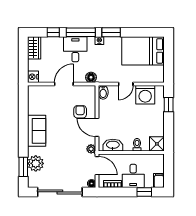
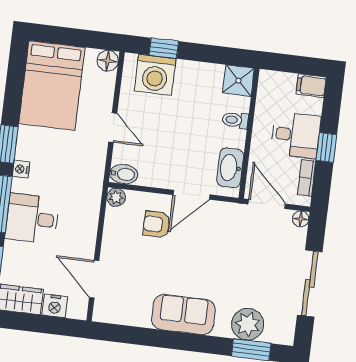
nightstand: (33, 77) -> (55, 306), moved
floor lamp: (91, 77) -> (108, 61), moved
door: (64, 84) -> (94, 279), moved
washing machine: (145, 95) -> (155, 75), moved, turned 90
plant: (91, 149) -> (116, 197), moved
door: (97, 166) -> (267, 204), hinge flipped
sliding door: (60, 192) -> (310, 283), width x0.73
window: (144, 192) -> (326, 147), moved

